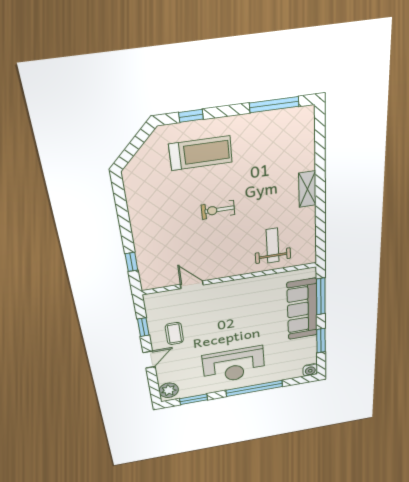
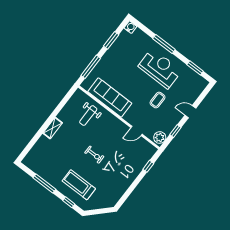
window: (274, 105) -> (44, 184), moved
door: (192, 285) -> (136, 131), hinge flipped
sofa: (302, 309) -> (110, 98), moved, turned -90
coffee table: (174, 334) -> (158, 100), moved
window: (254, 388) -> (164, 44), width x0.68
plant: (169, 390) -> (160, 138), moved

